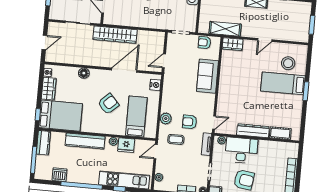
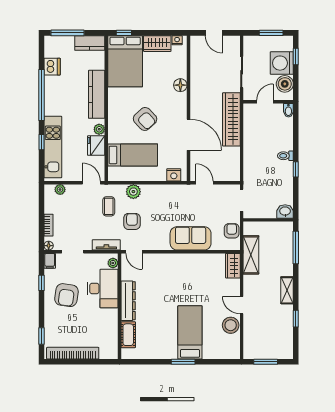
stool: (288, 63) -> (231, 325), moved

